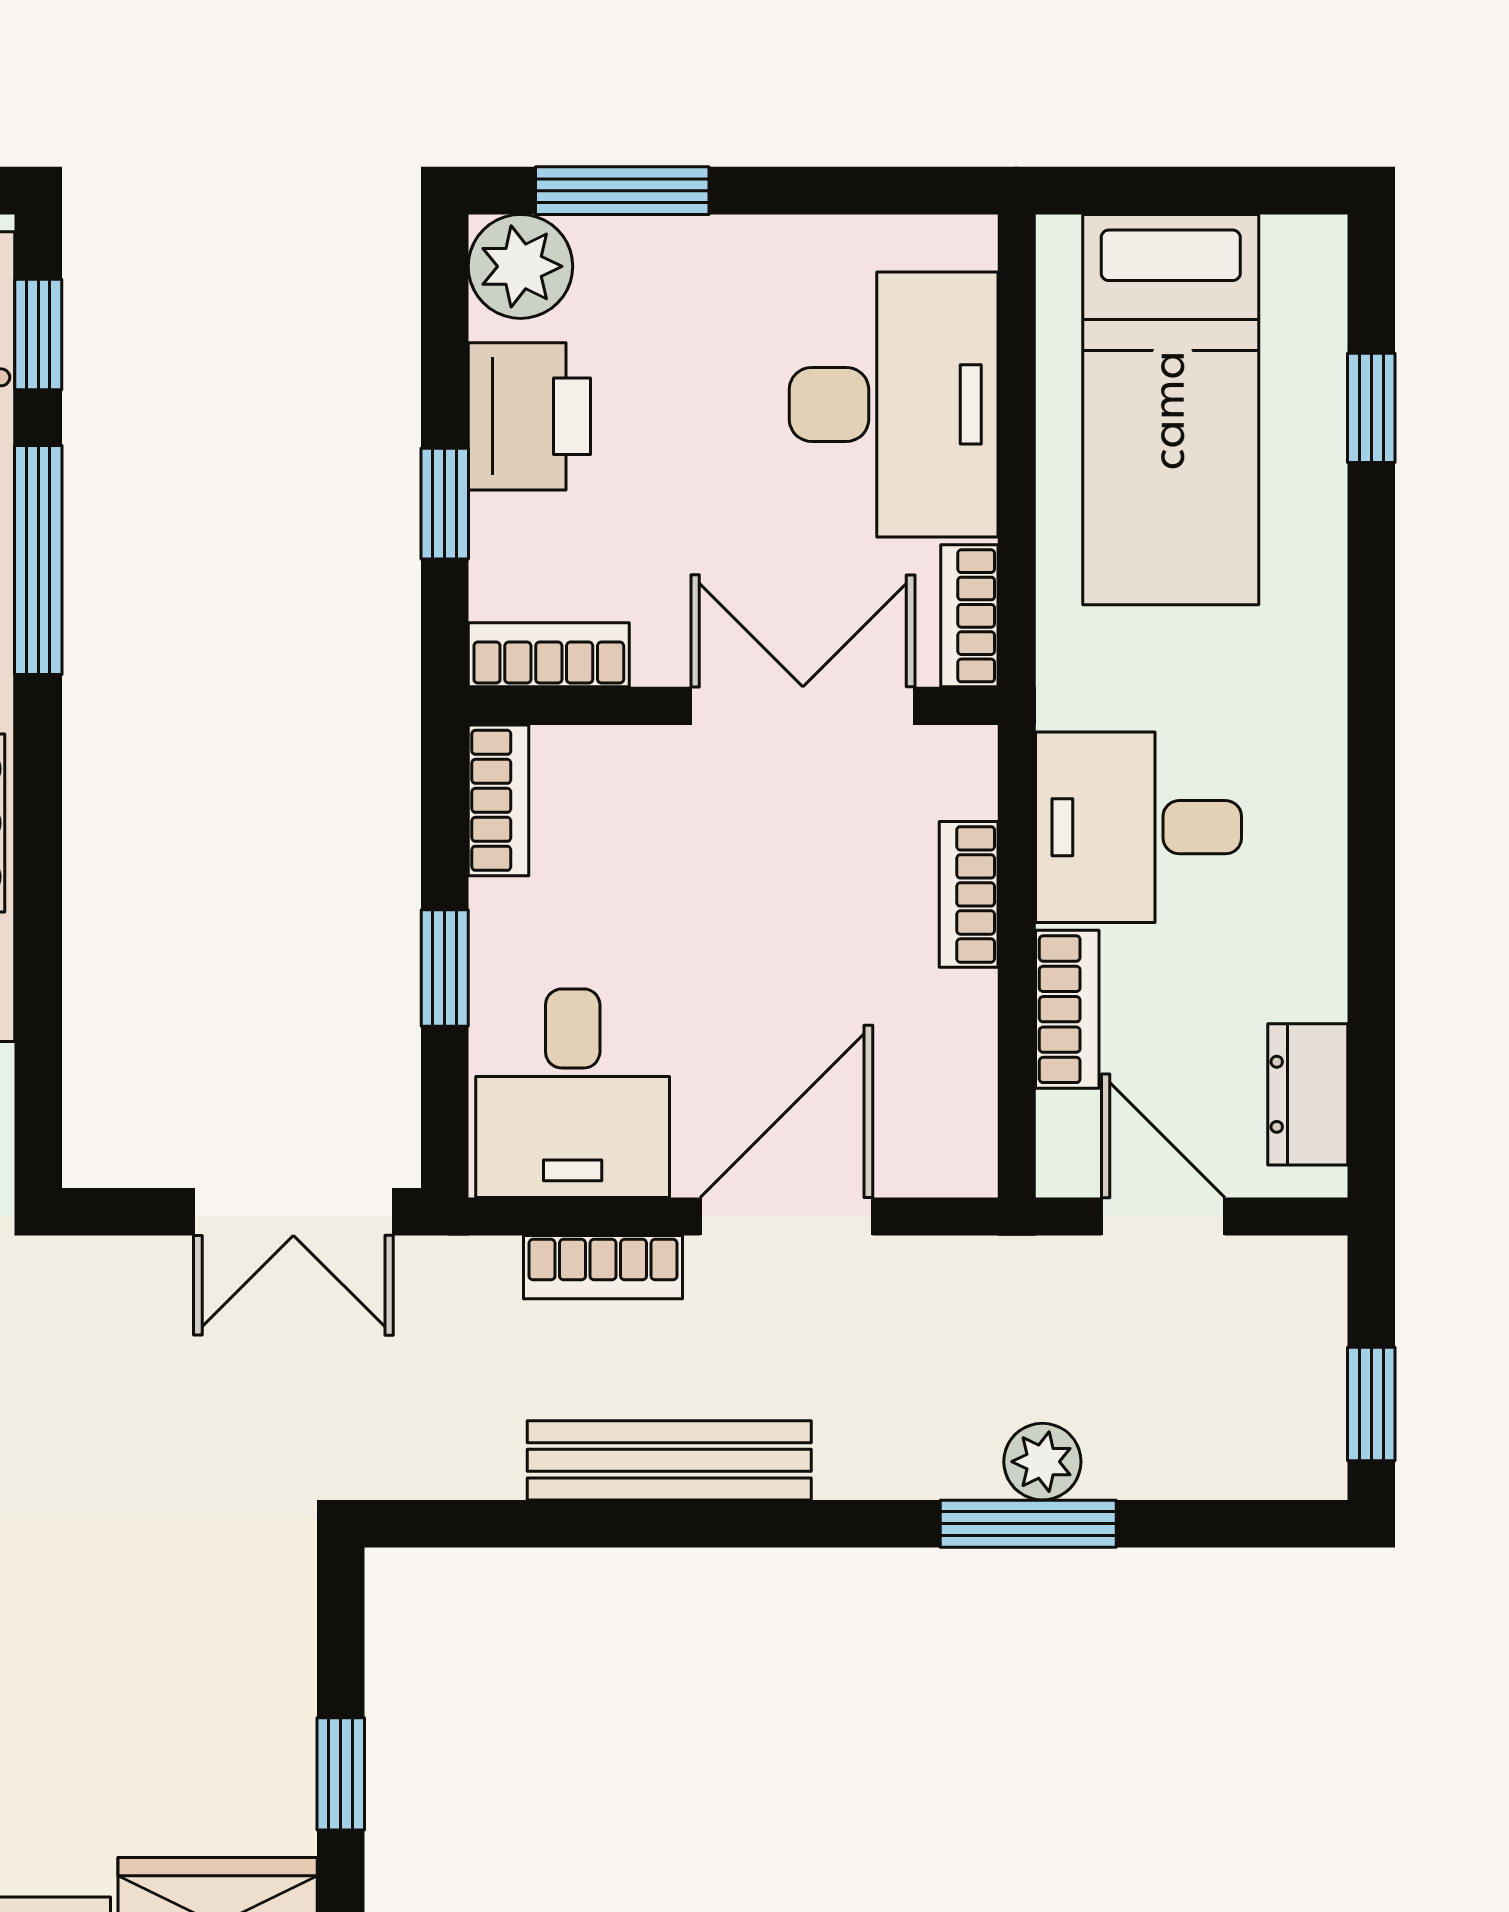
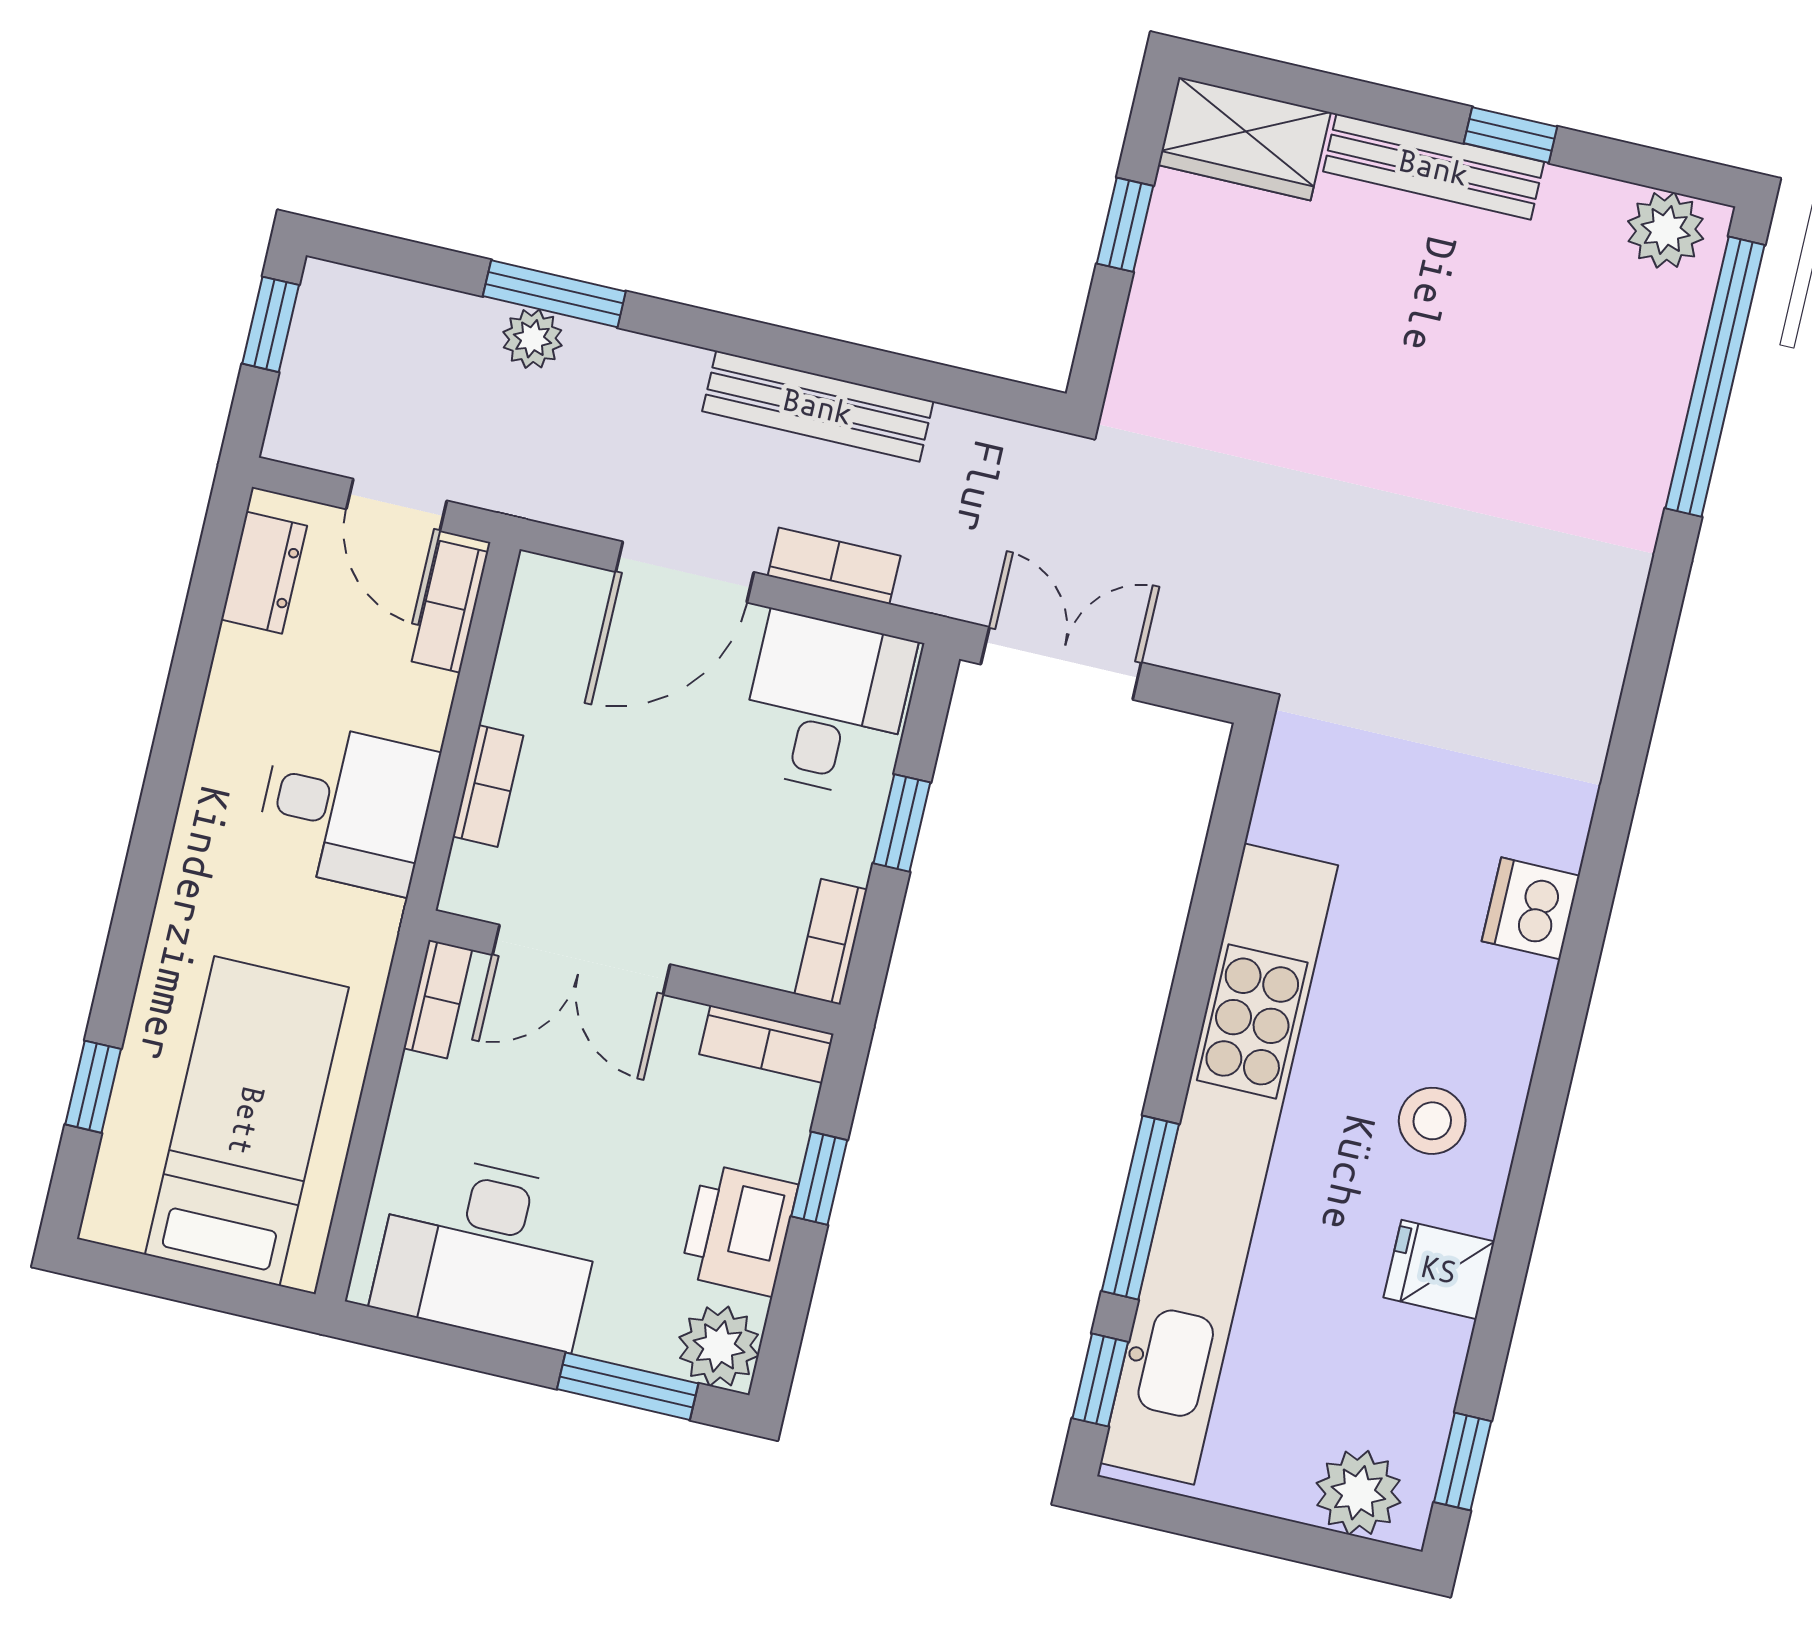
desk: (894, 404) -> (488, 1251), moved, turned -90
bookcase: (1067, 1009) -> (450, 607), moved

